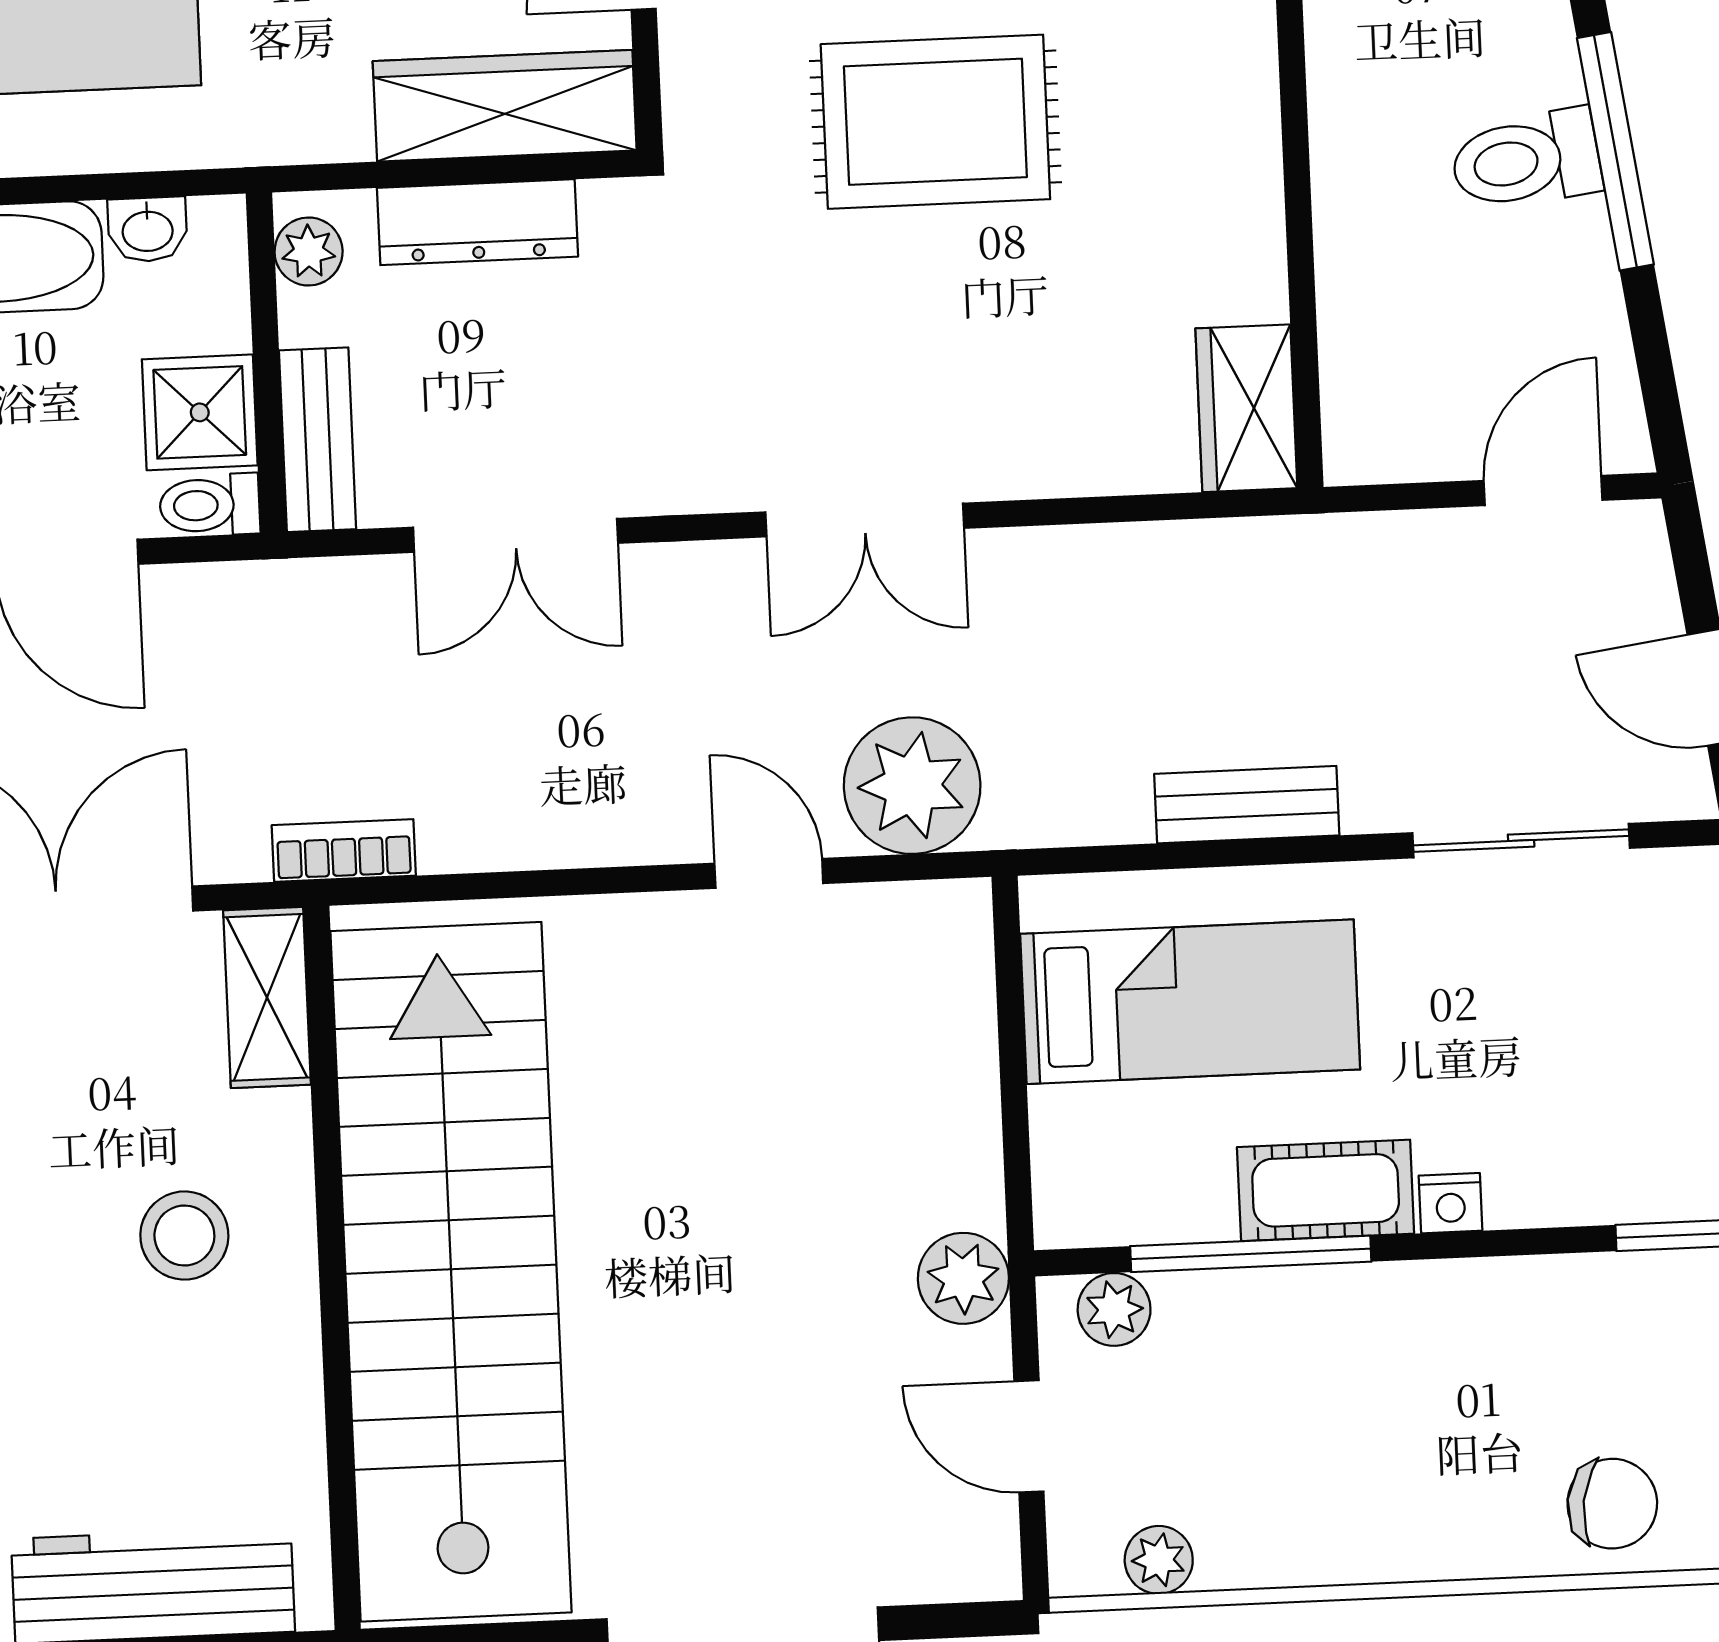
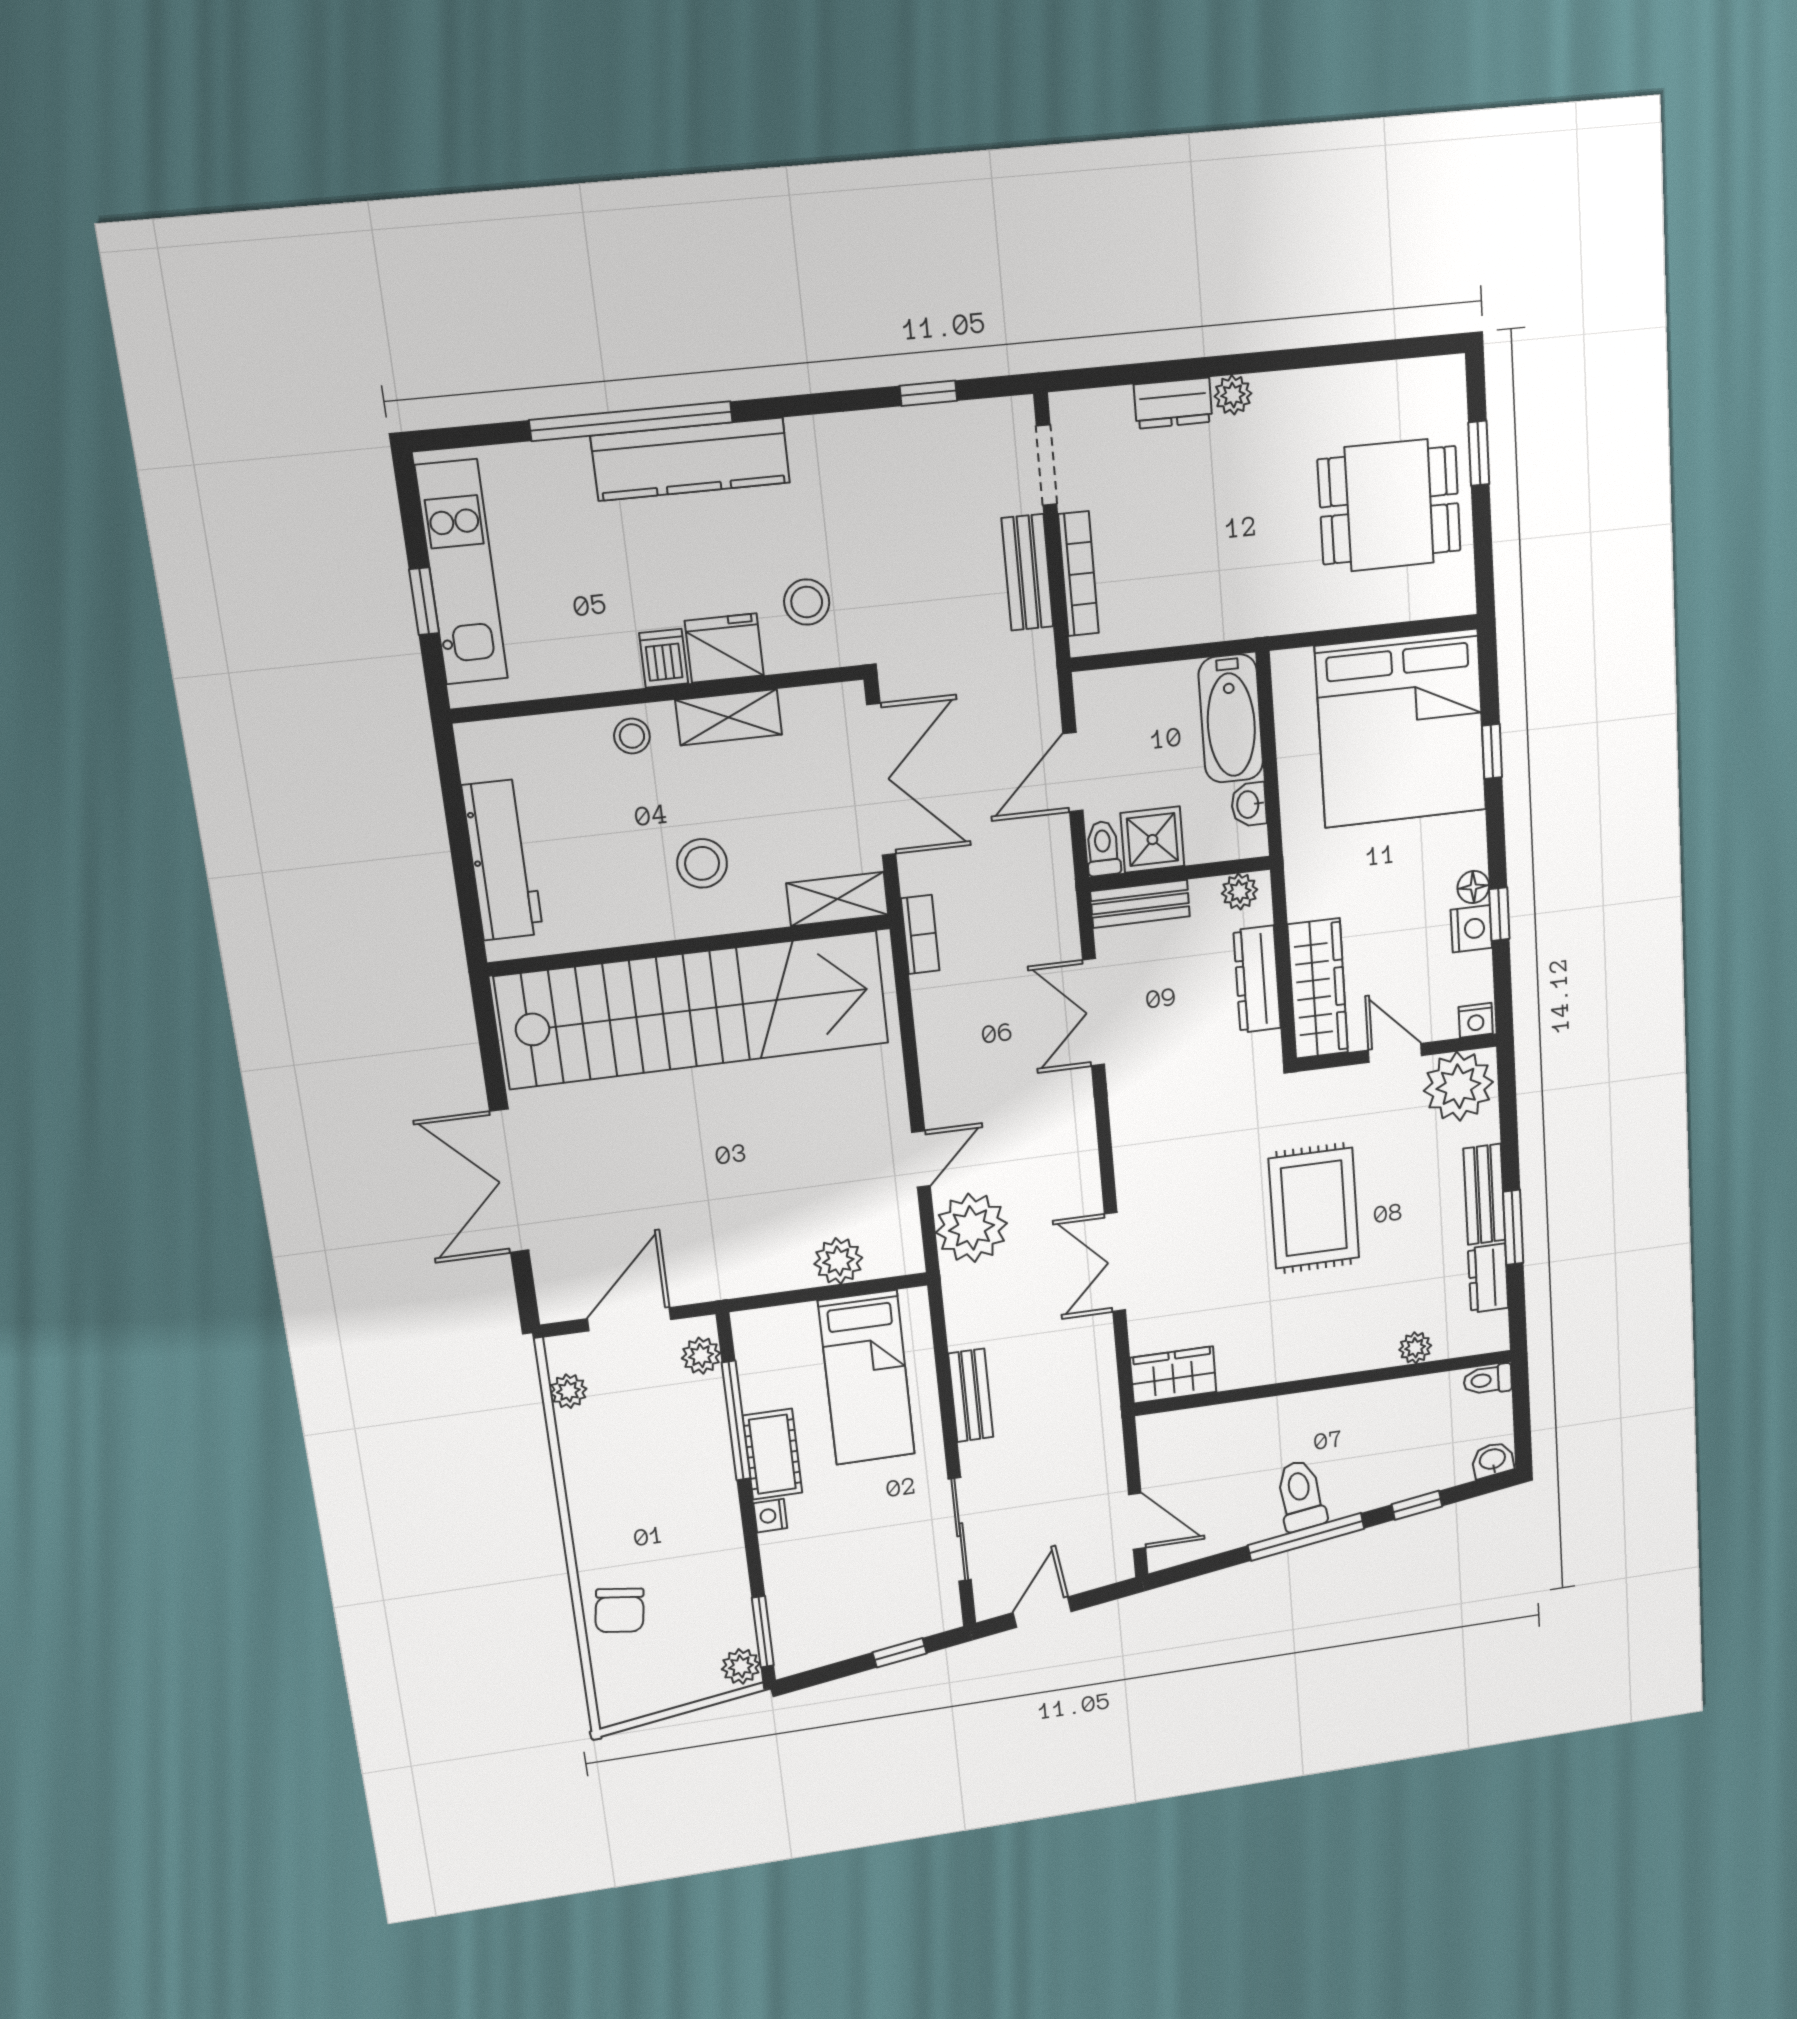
double door: (865, 520) -> (1115, 1262), moved
plant: (963, 1278) -> (838, 1261), moved
door: (1029, 1436) -> (629, 1319), width x1.38

